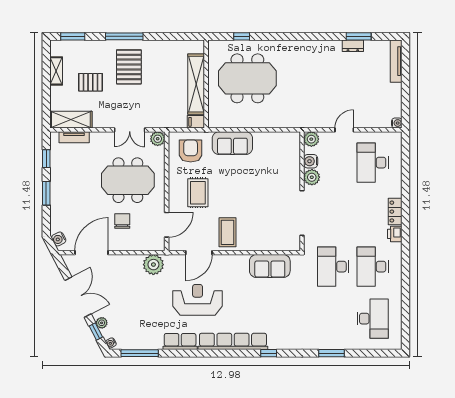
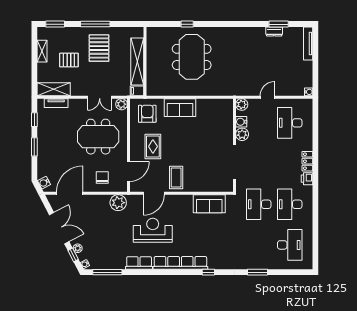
meeting table: (247, 78) -> (192, 57), turned 90
shelving: (196, 84) -> (137, 61), moved
wall: (206, 84) -> (145, 61), moved
filing cabinet: (196, 122) -> (137, 91), moved
chair: (122, 221) -> (102, 178), moved

